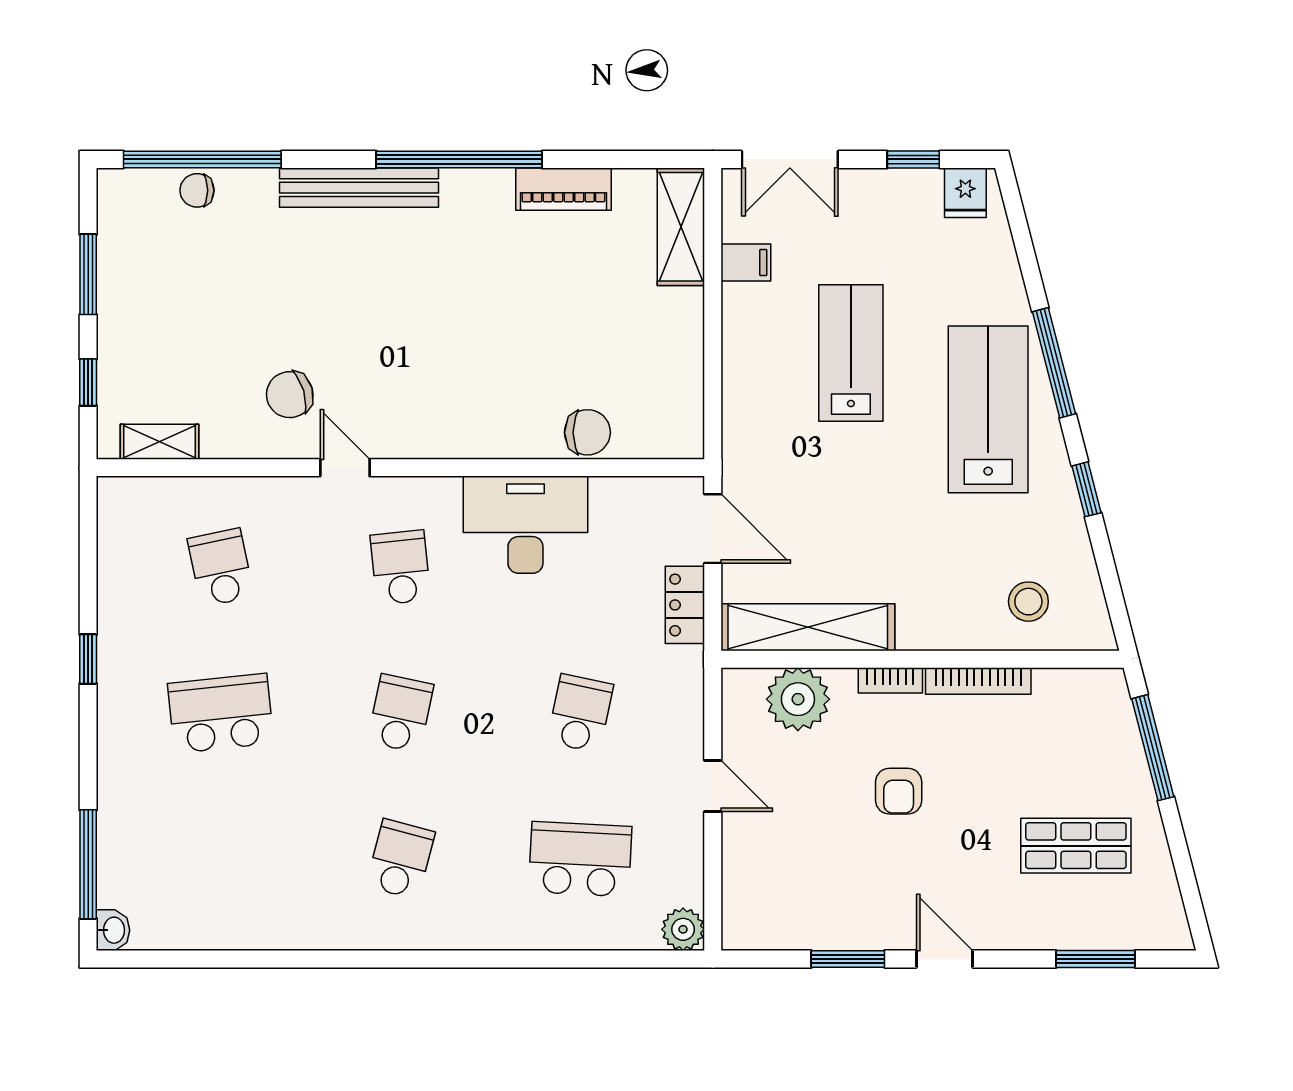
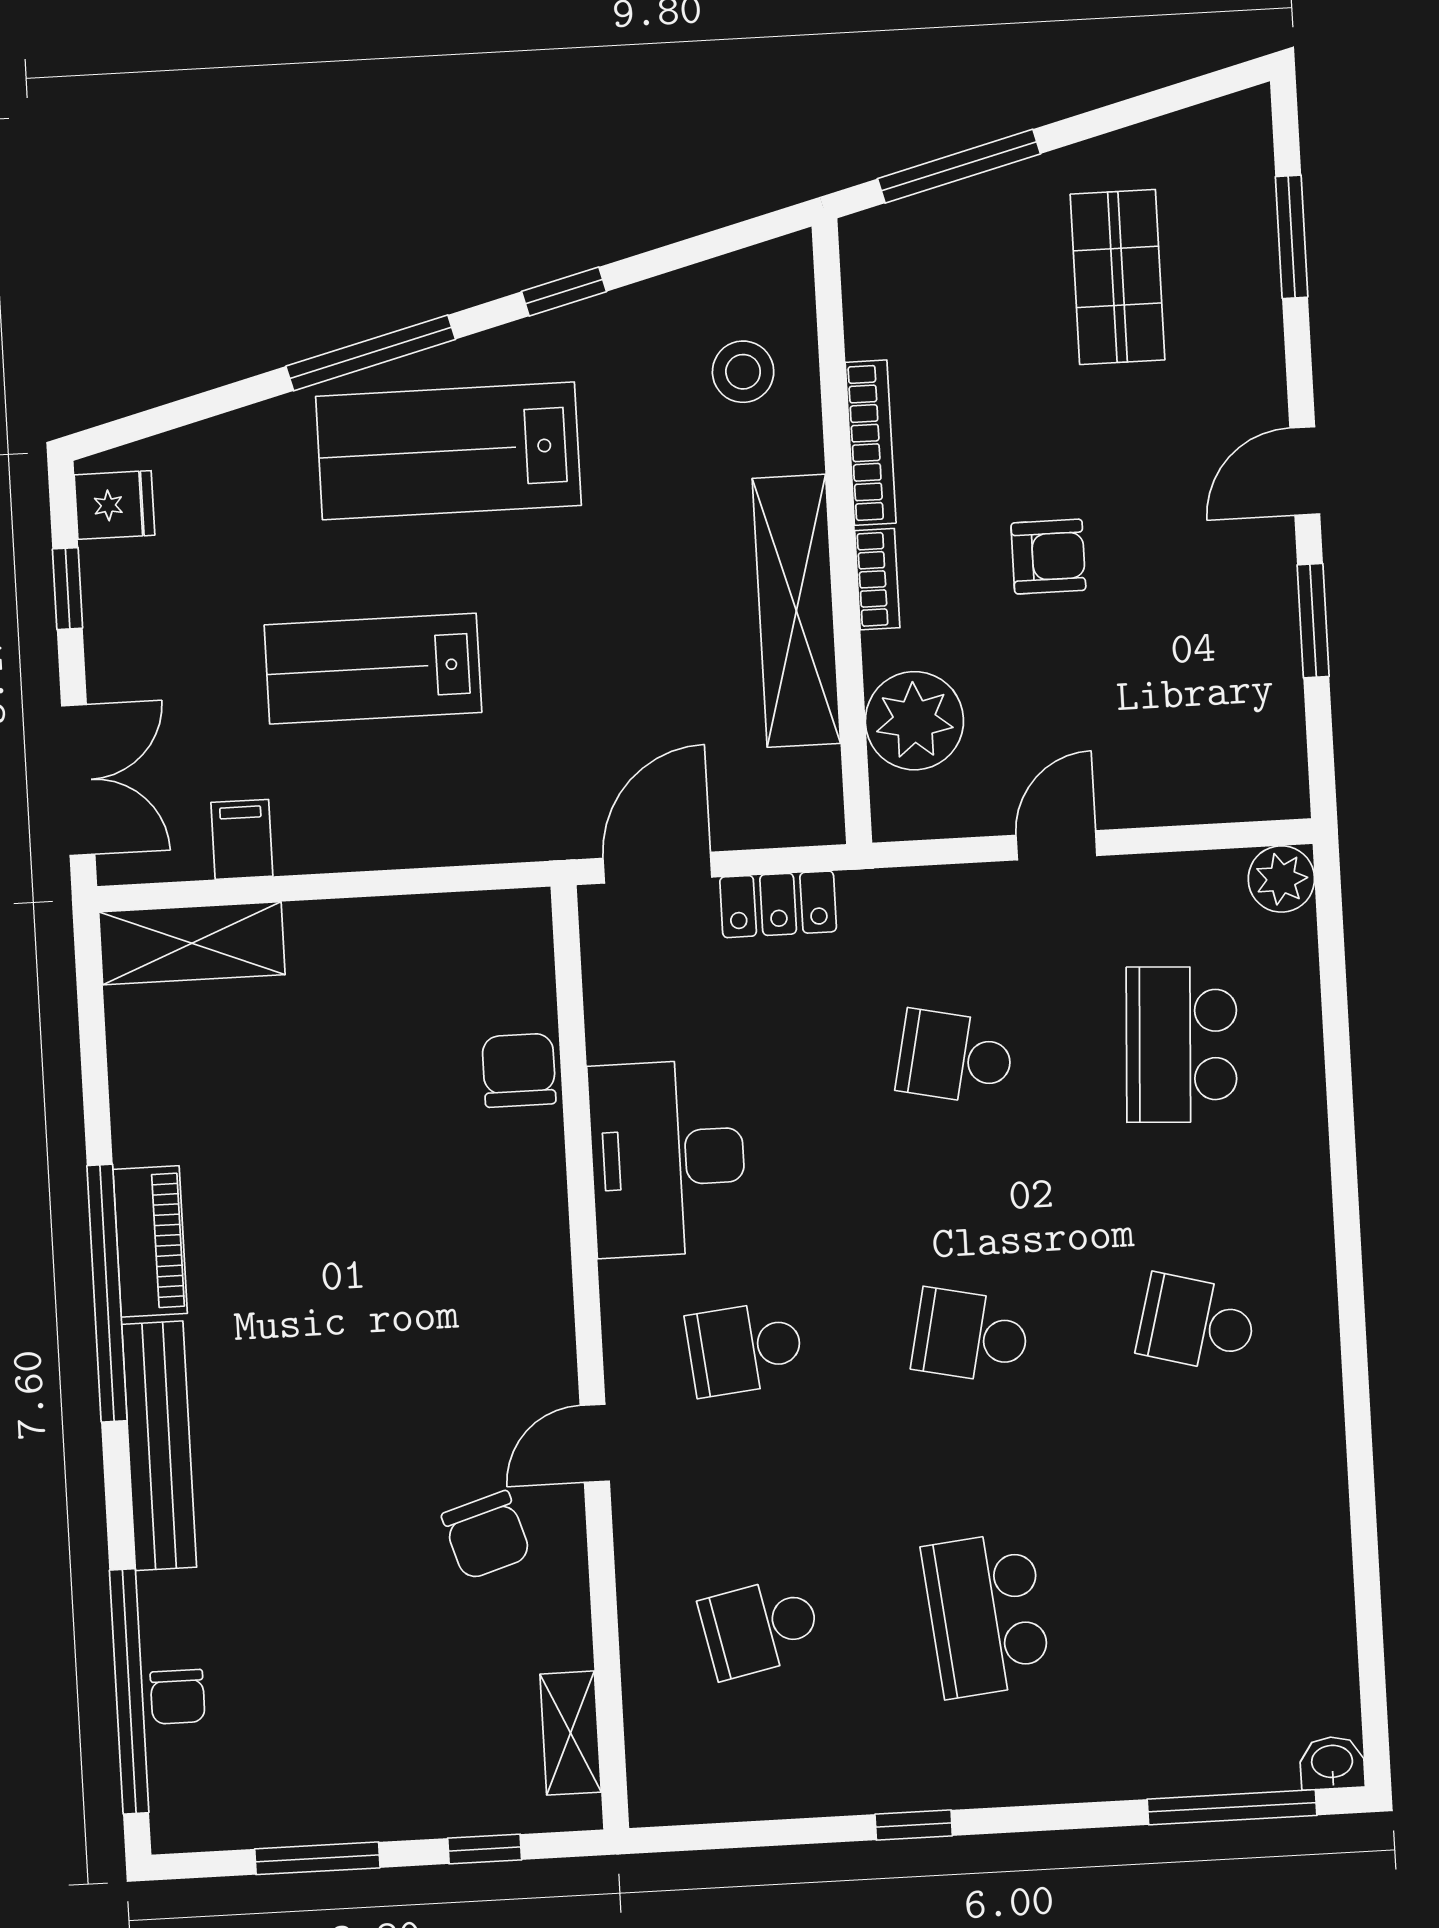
piano: (563, 189) -> (150, 1241), moved
shelving: (808, 627) -> (796, 611), moved

